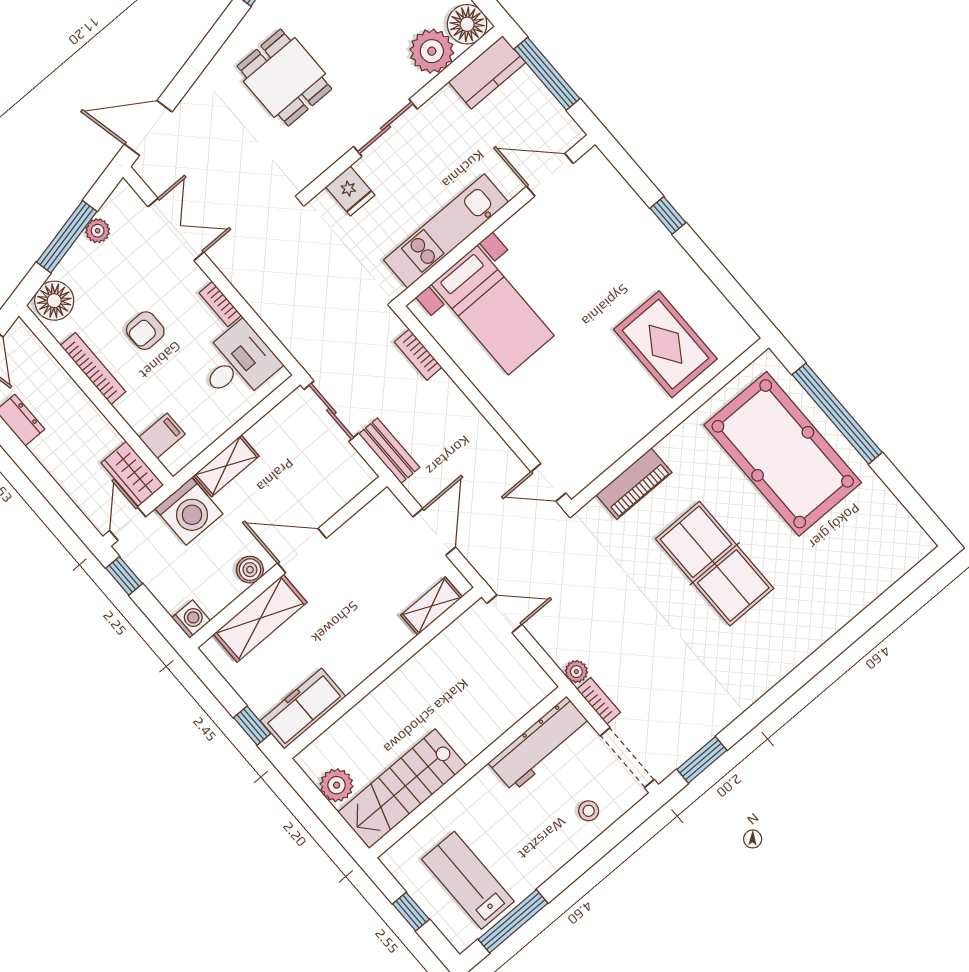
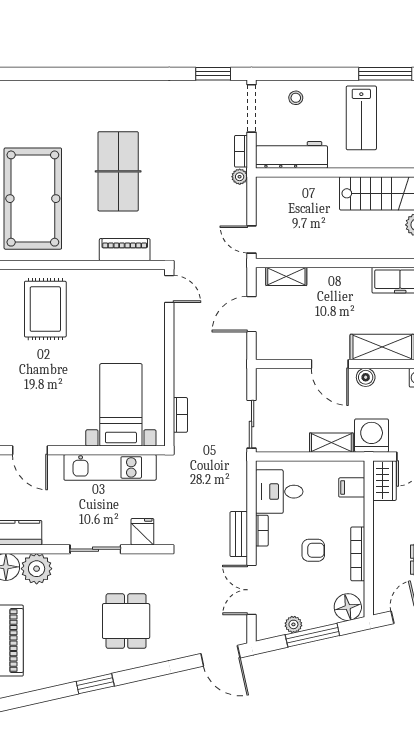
bench: (389, 451) -> (239, 534), moved
lab bench: (468, 880) -> (361, 118), moved

